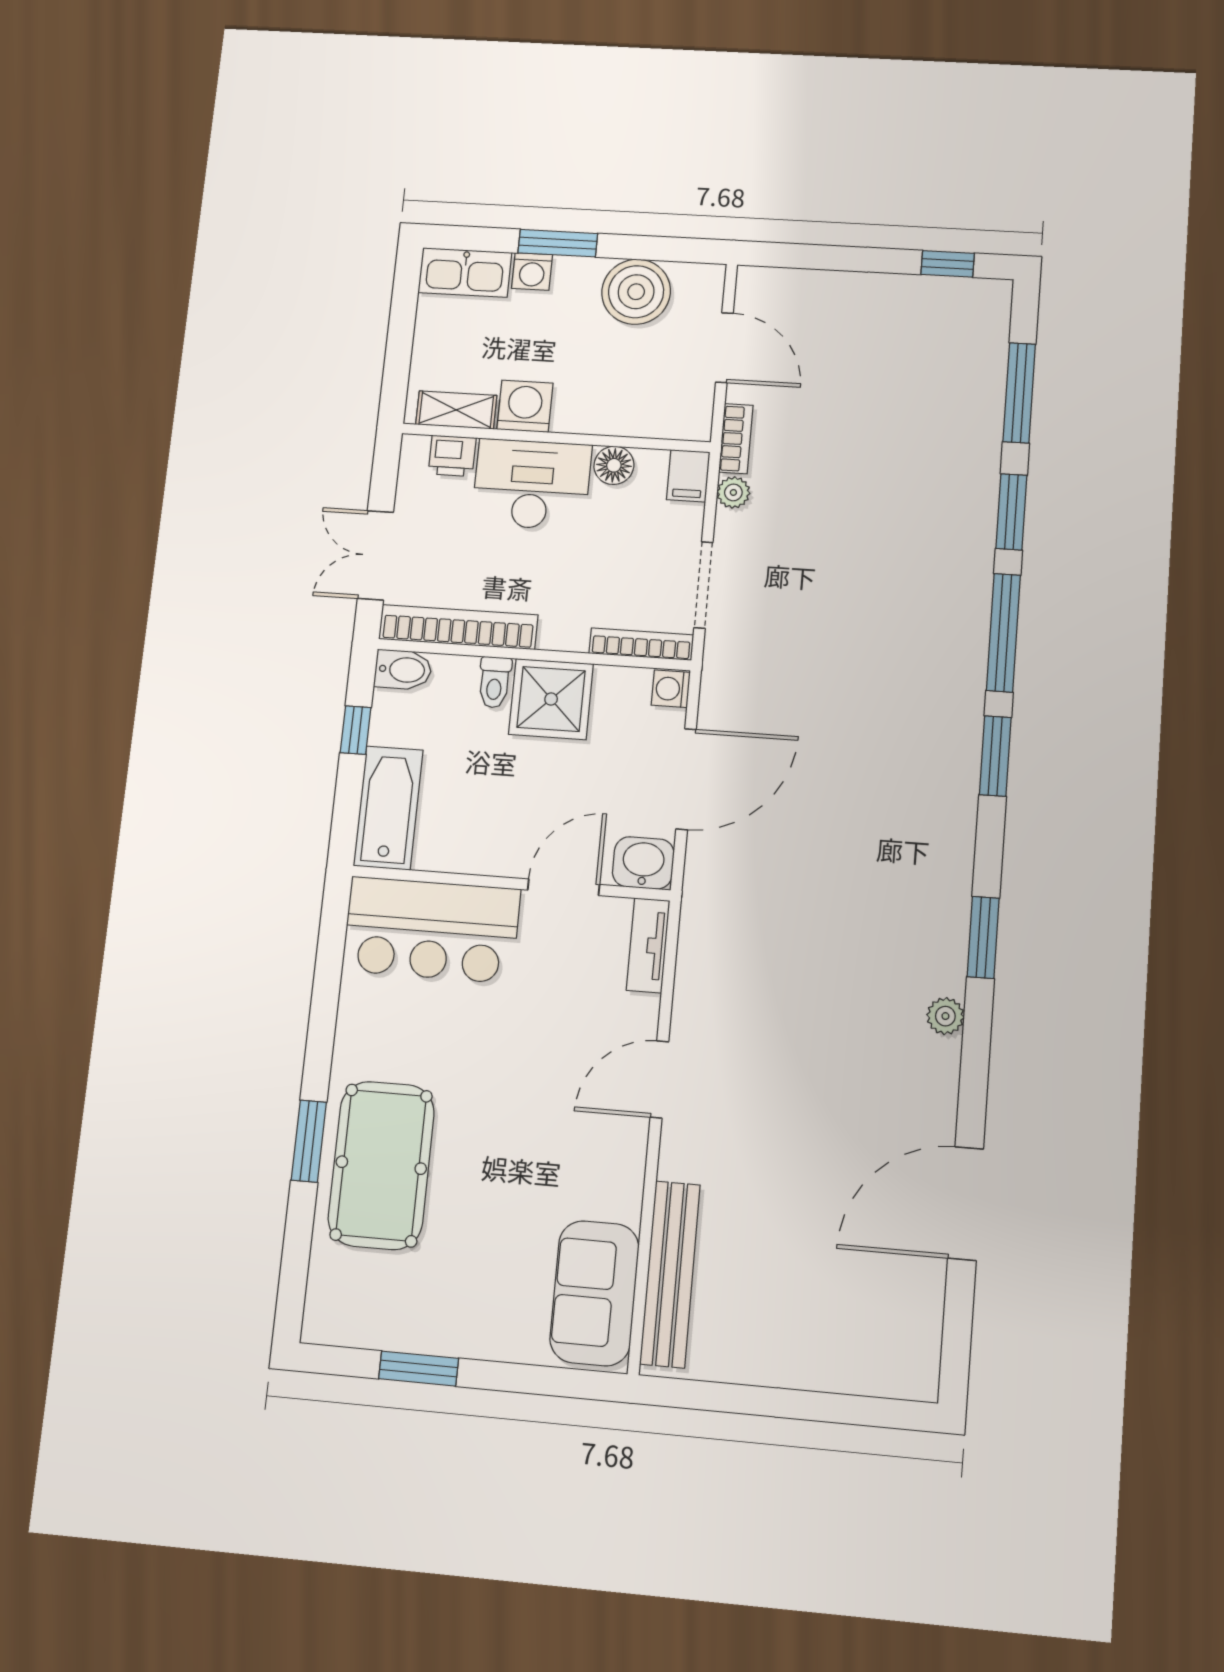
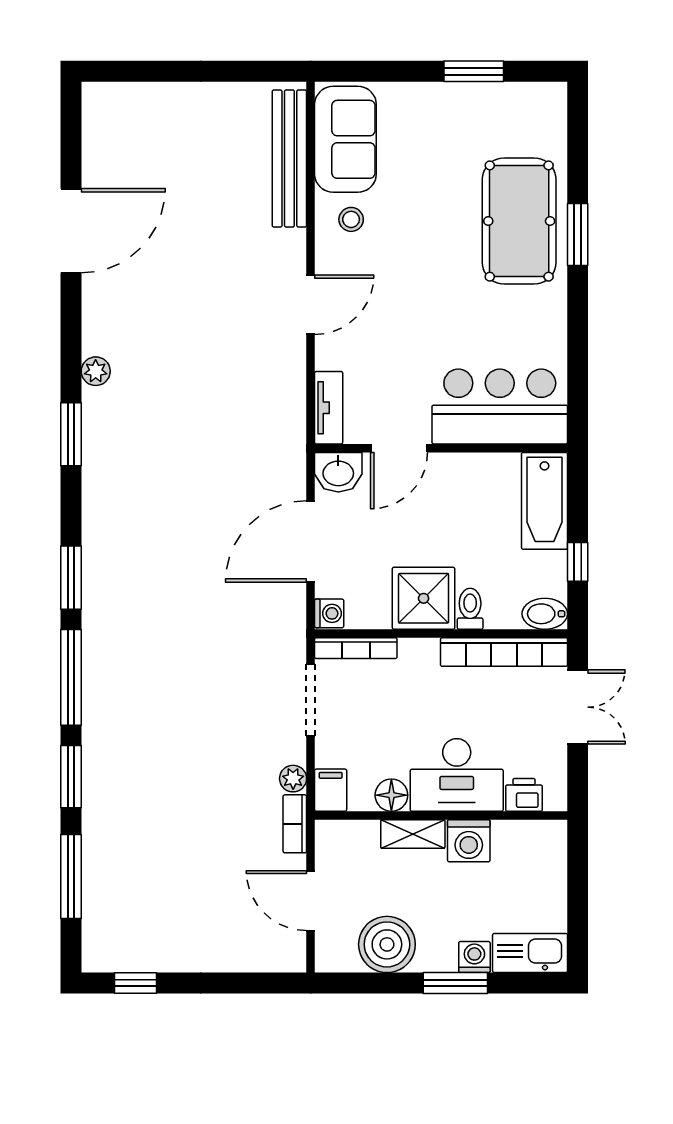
shelving: (456, 410) -> (413, 834), moved
stool: (597, 1186) -> (351, 219), added

